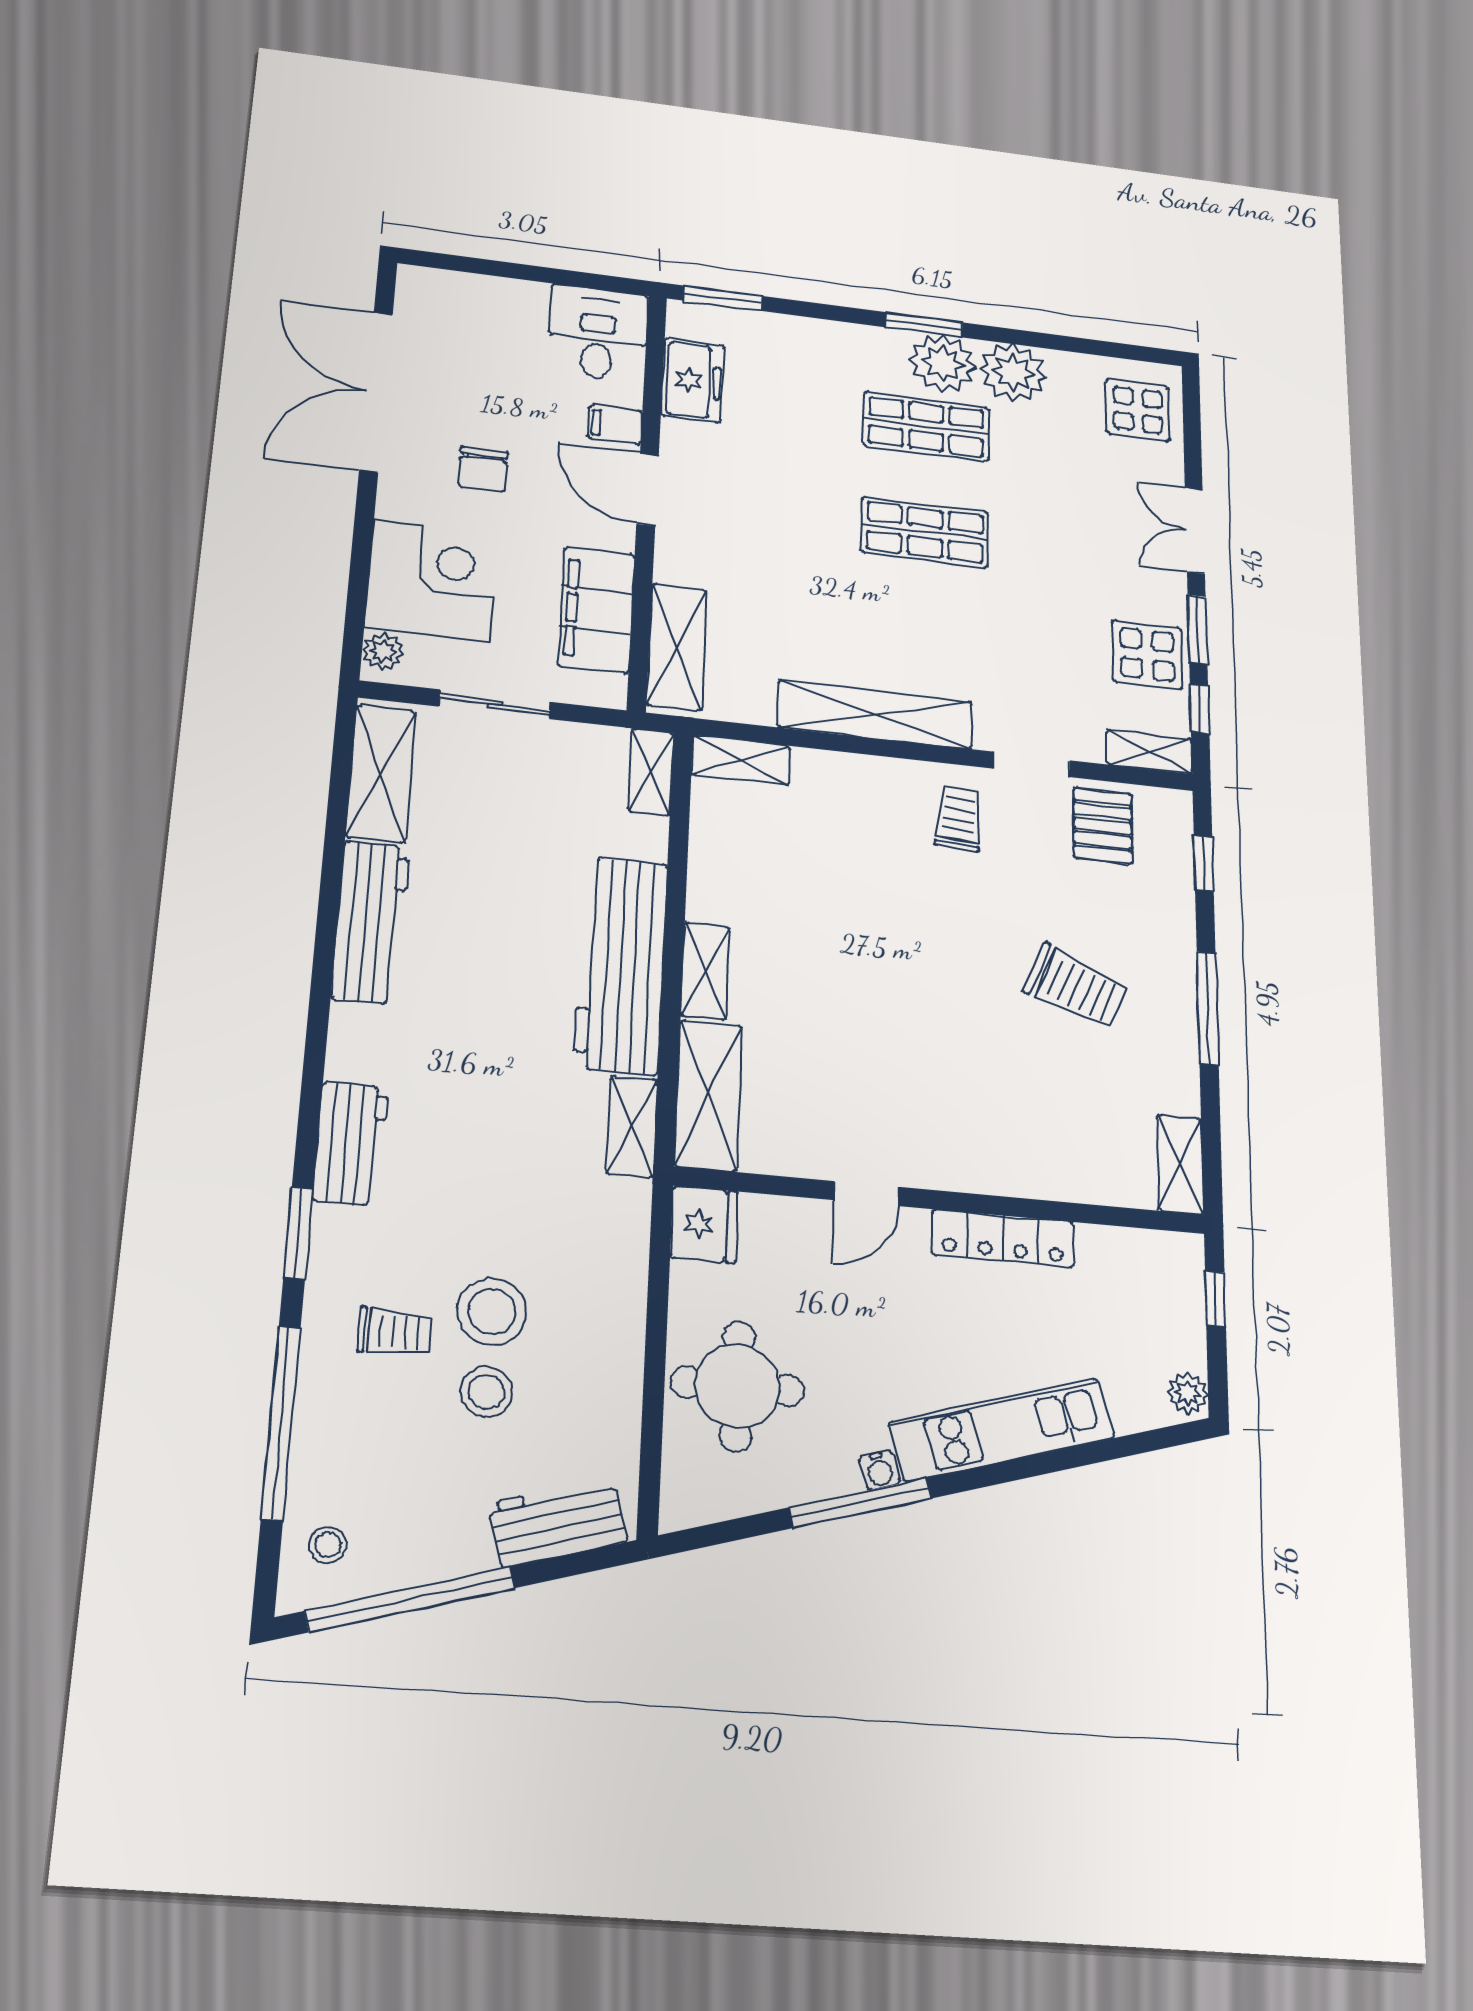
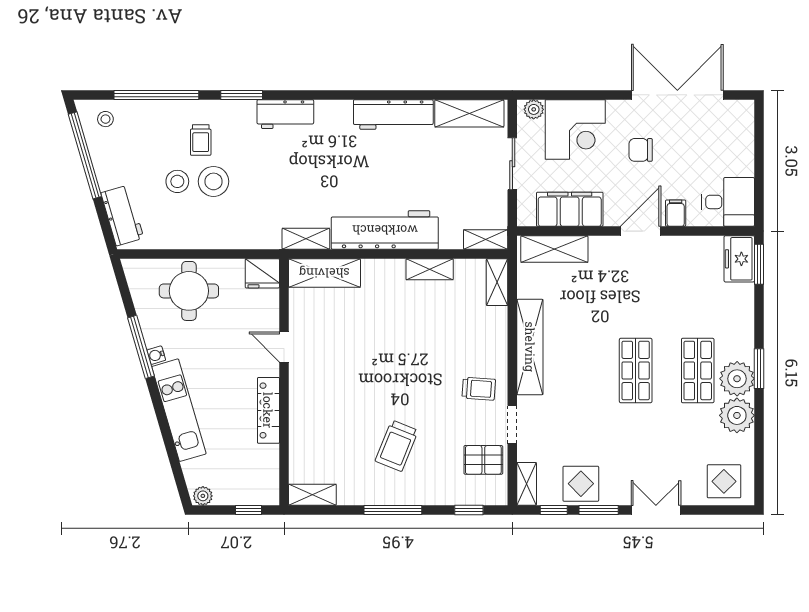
freezer: (693, 380) -> (739, 259), moved, turned 90
shelving: (705, 971) -> (430, 269), moved

